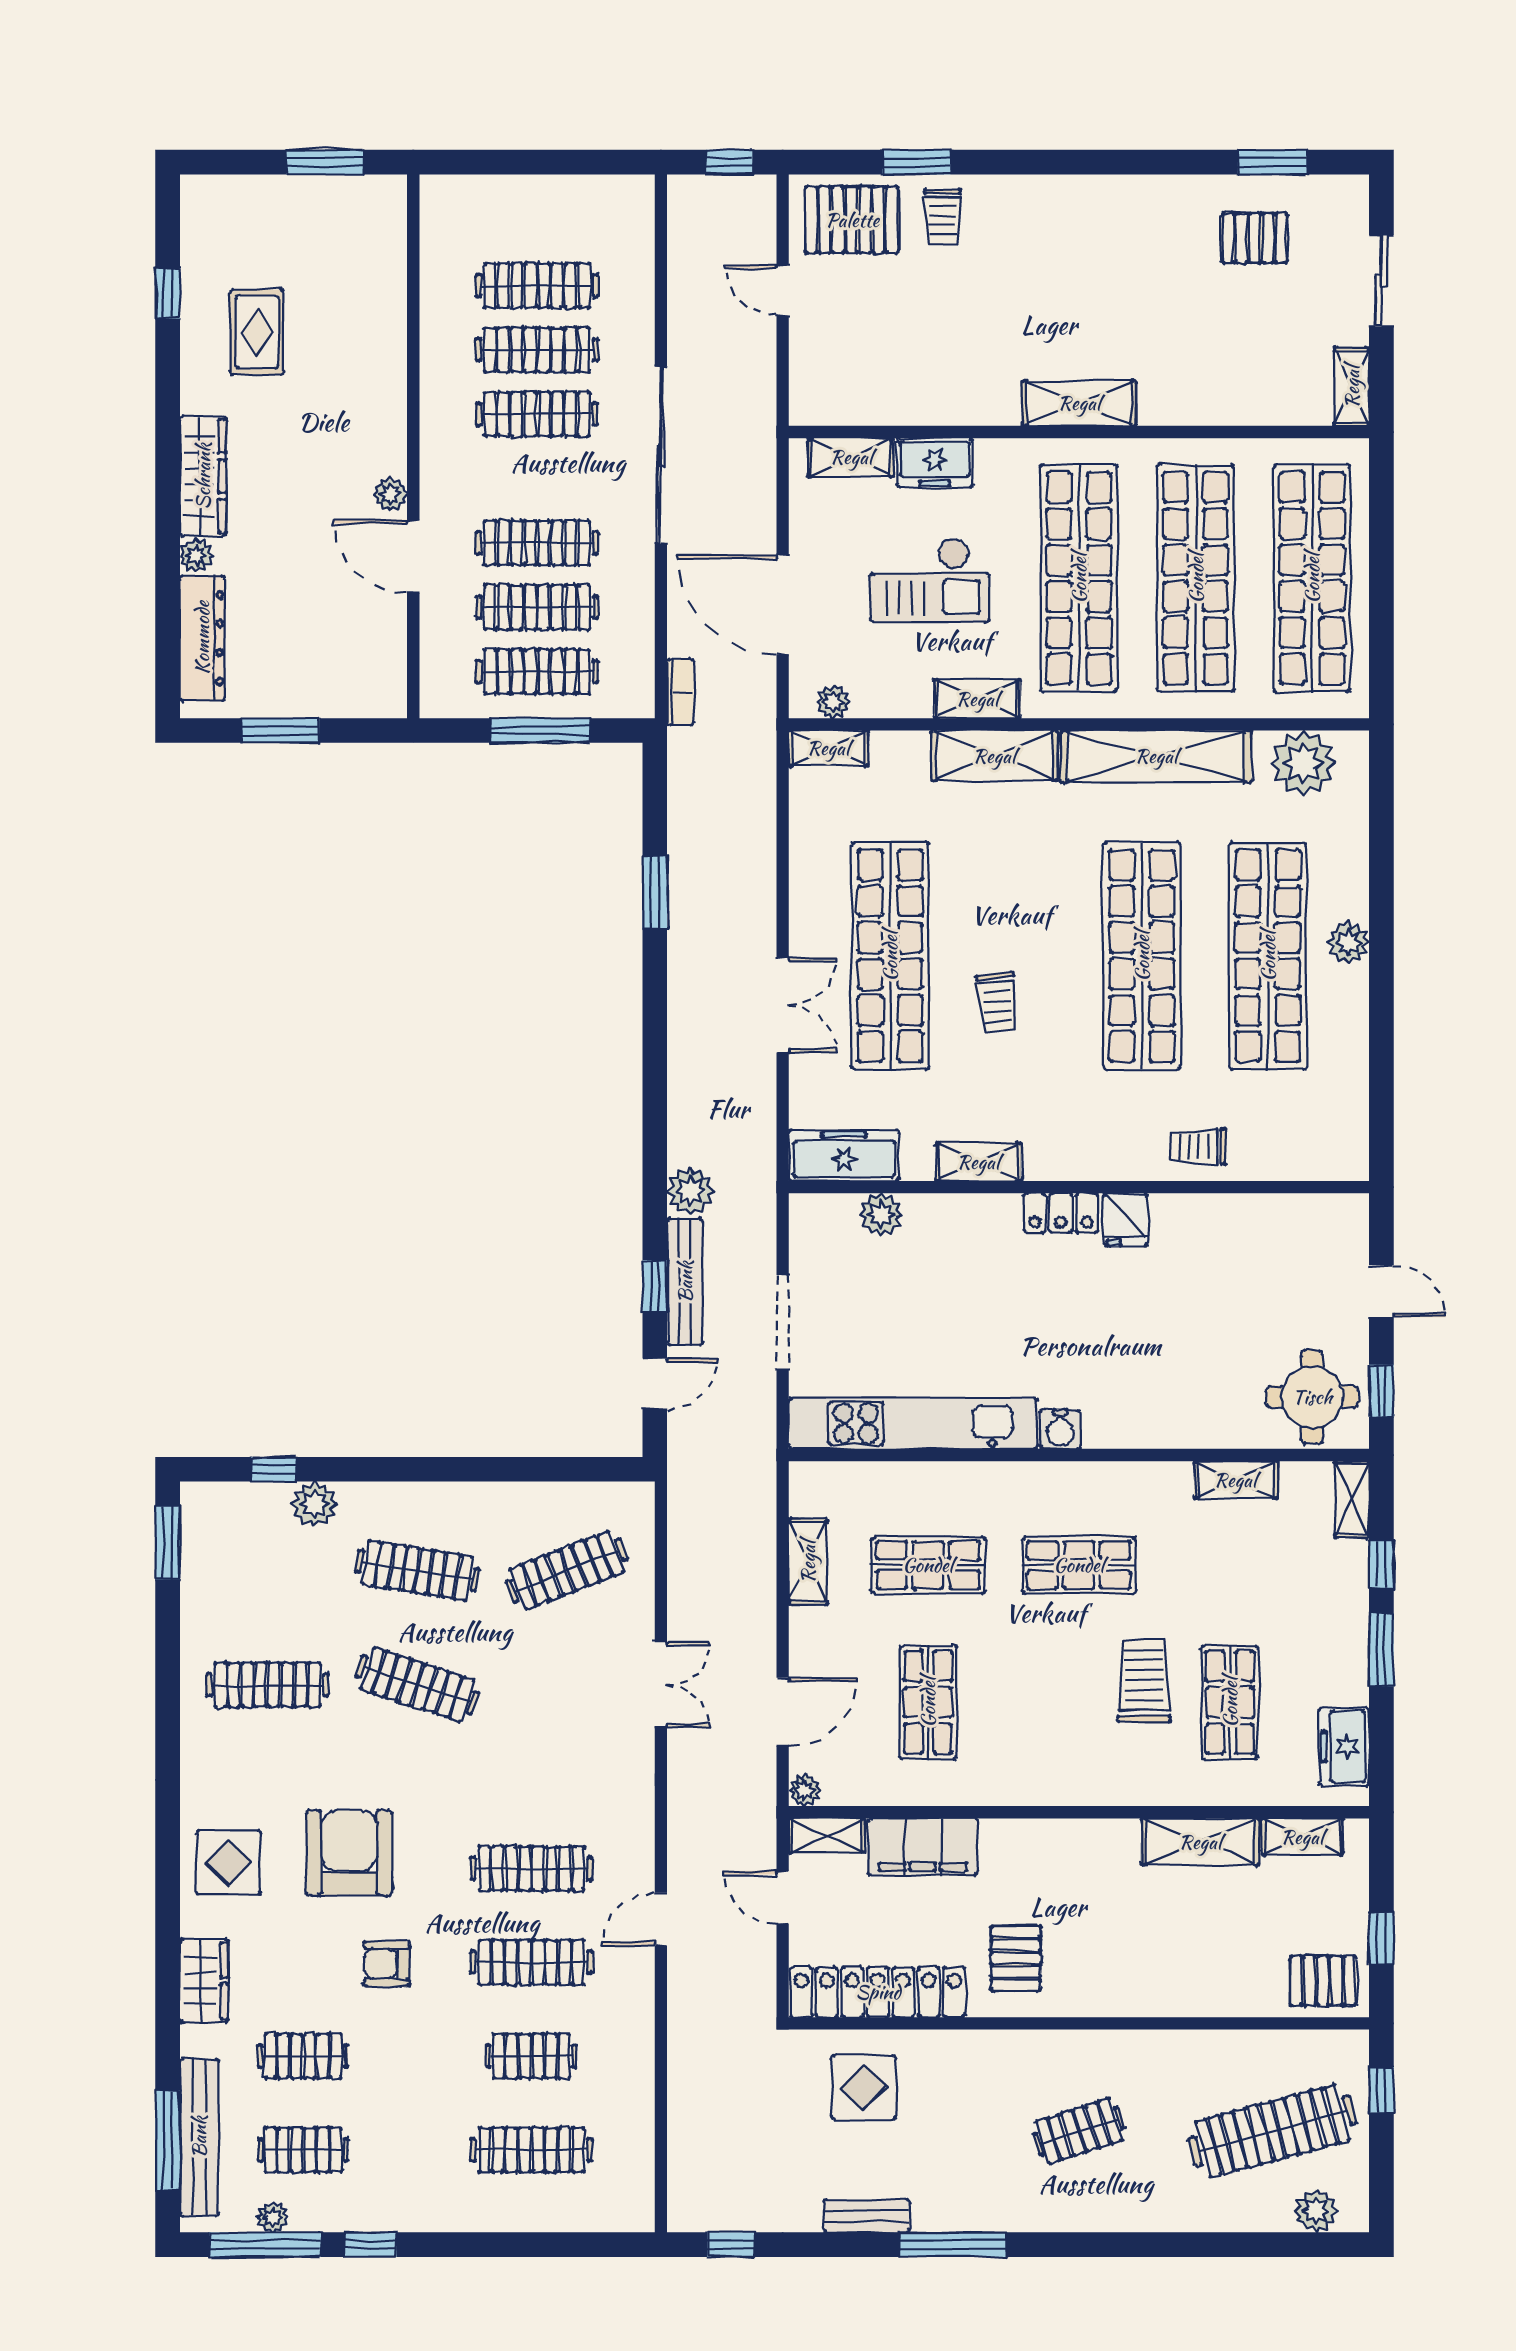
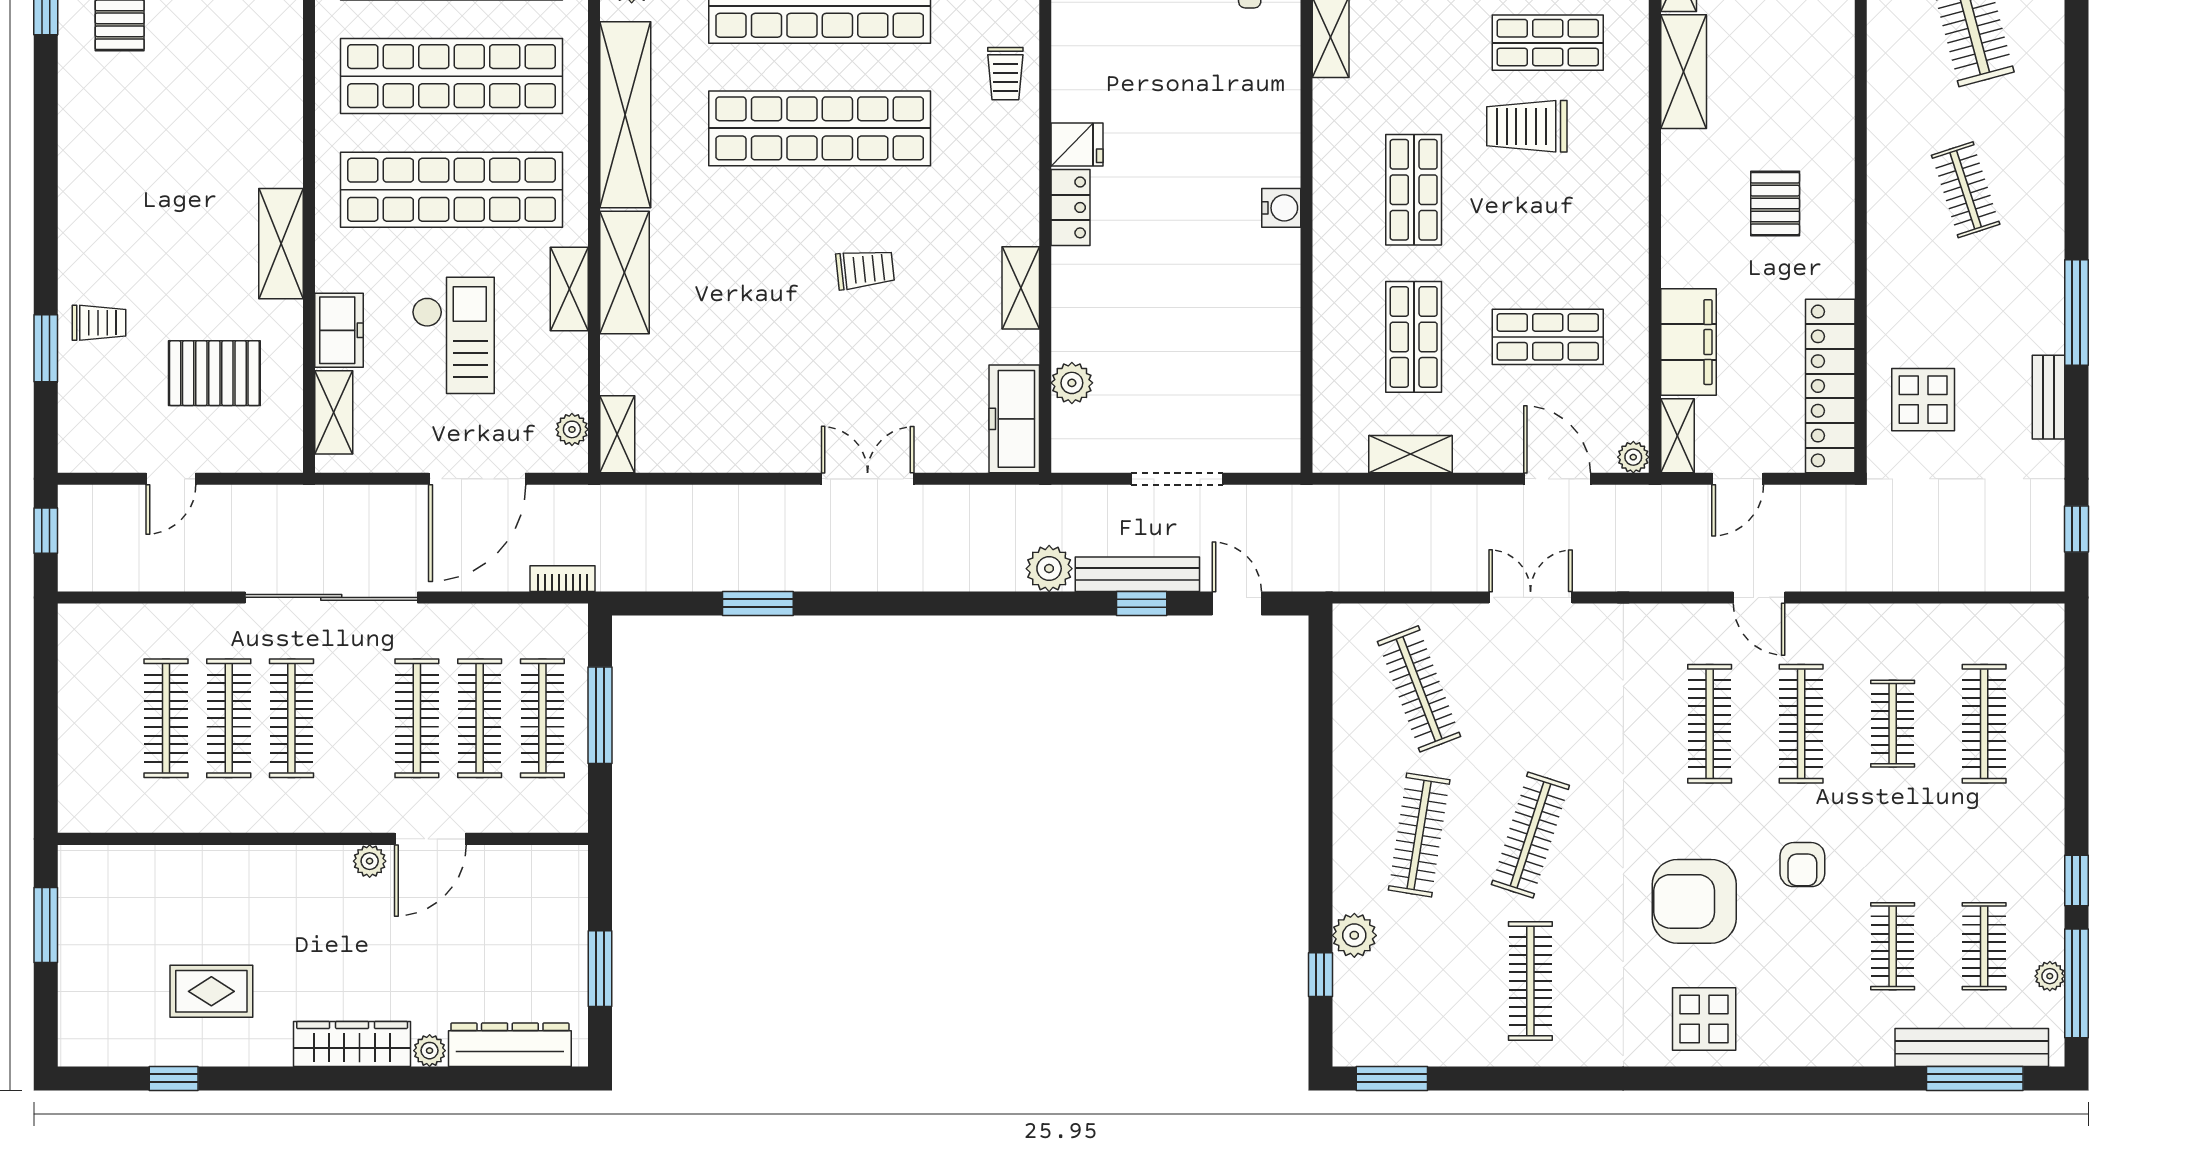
pallet: (852, 220) -> (214, 373), moved, turned 90
shelving: (1079, 403) -> (281, 244), moved
shop shelf: (890, 956) -> (820, 374), removed
kitchen unit: (913, 1423) -> (1276, 352), removed
pallet: (1016, 1958) -> (1775, 204), moved, turned 90
wardrobe: (204, 1981) -> (1819, 1043), removed

